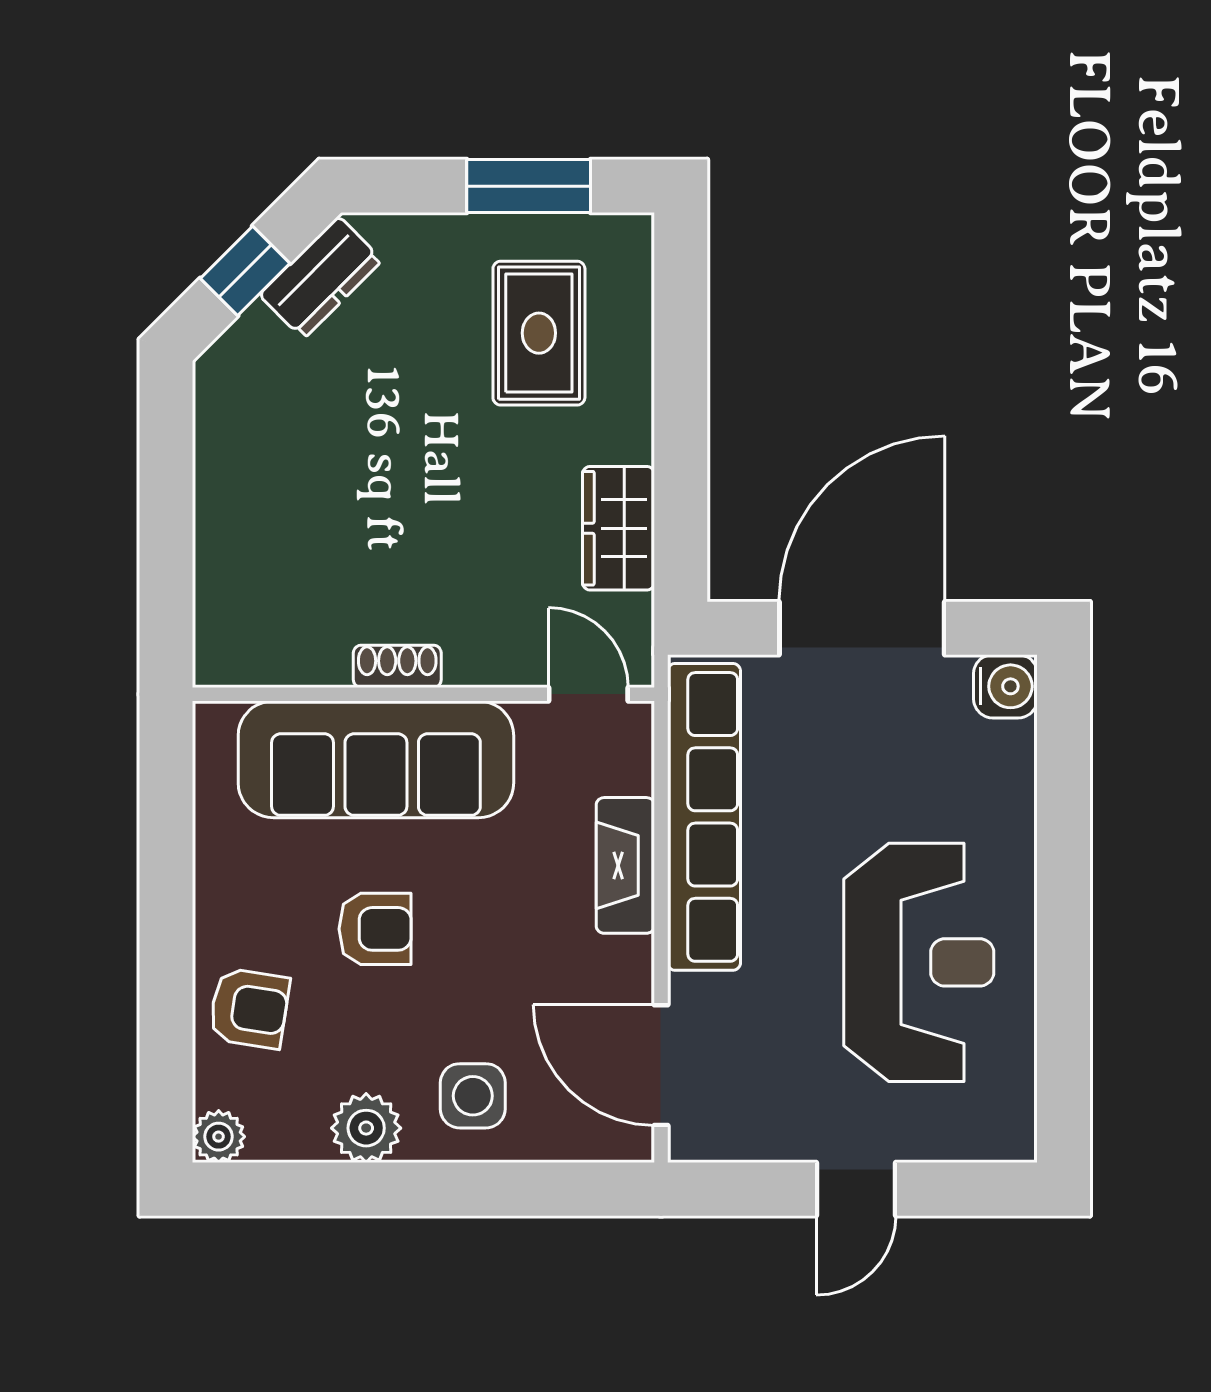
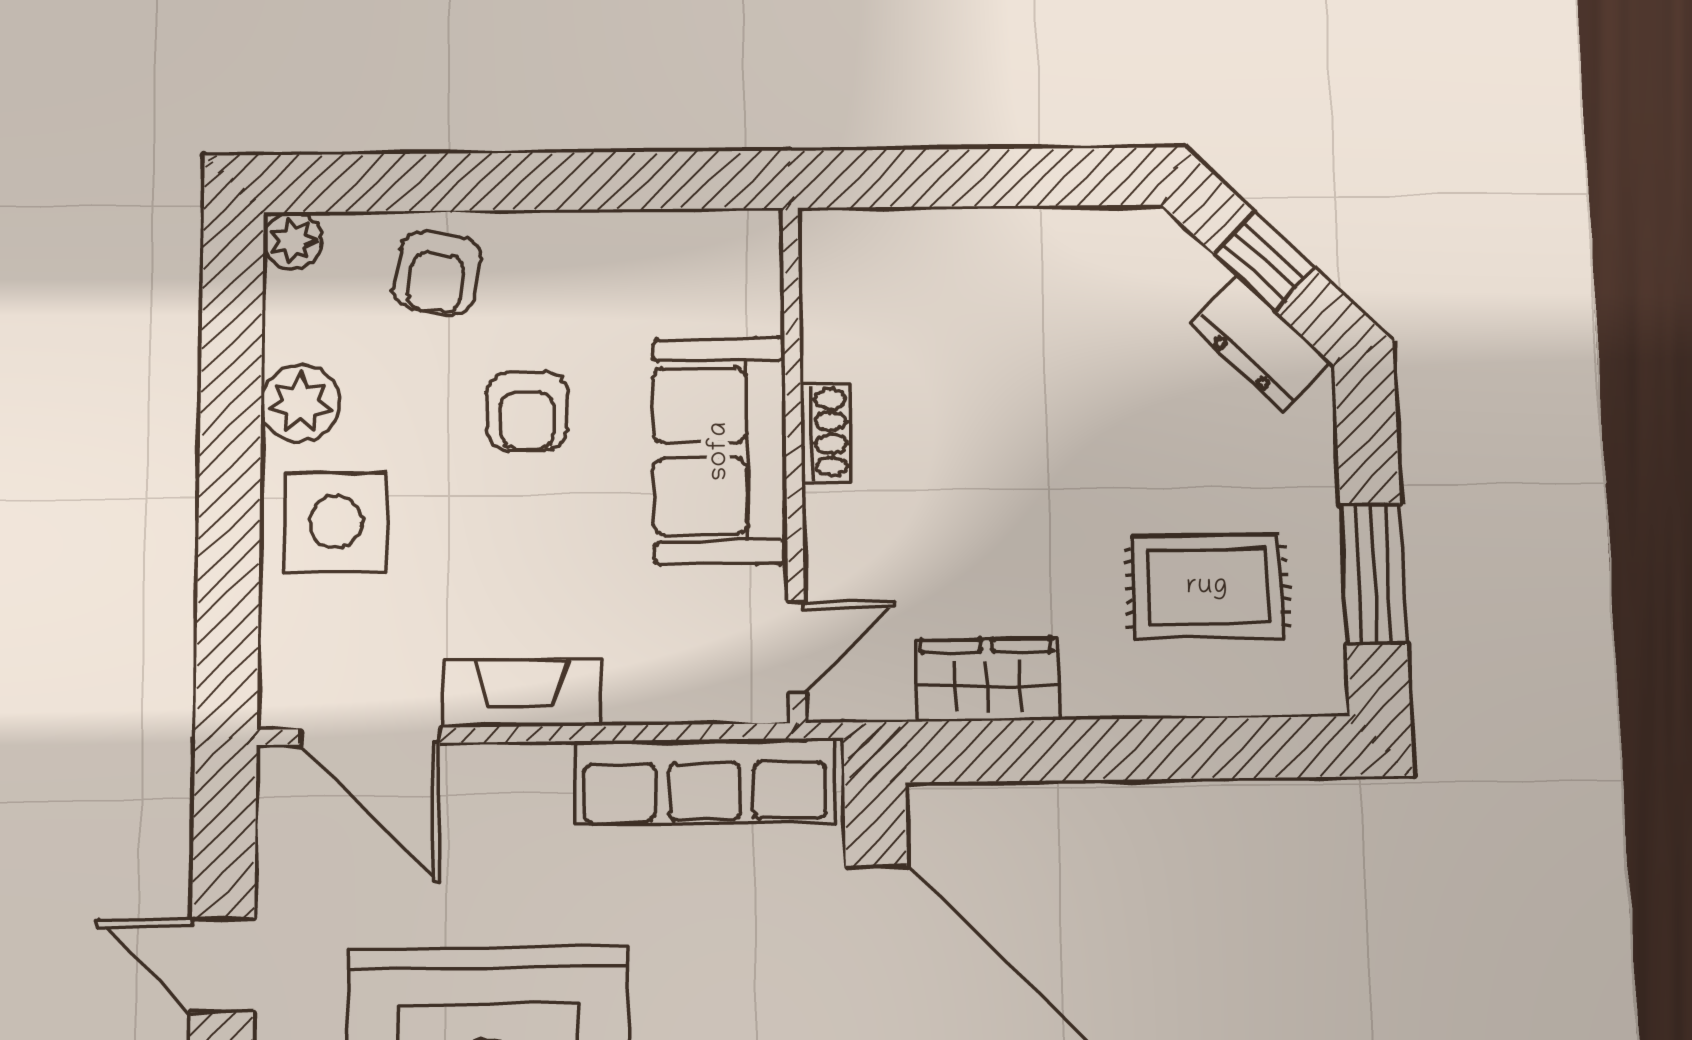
sofa: (376, 759) -> (720, 451), width x0.73
row of seats: (704, 817) -> (704, 781), width x0.73
fireplace: (625, 865) -> (522, 693), moved
door: (661, 1065) -> (370, 736), swing flipped
side table: (473, 1096) -> (336, 522), width x1.37, depth x1.37

